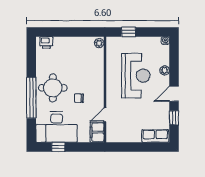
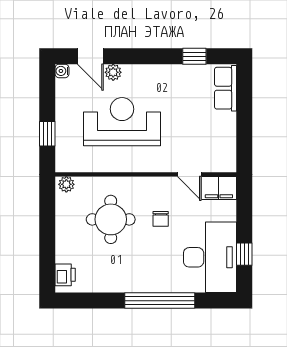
round table: (53, 88) -> (111, 219), moved
door: (174, 94) -> (90, 56), moved

